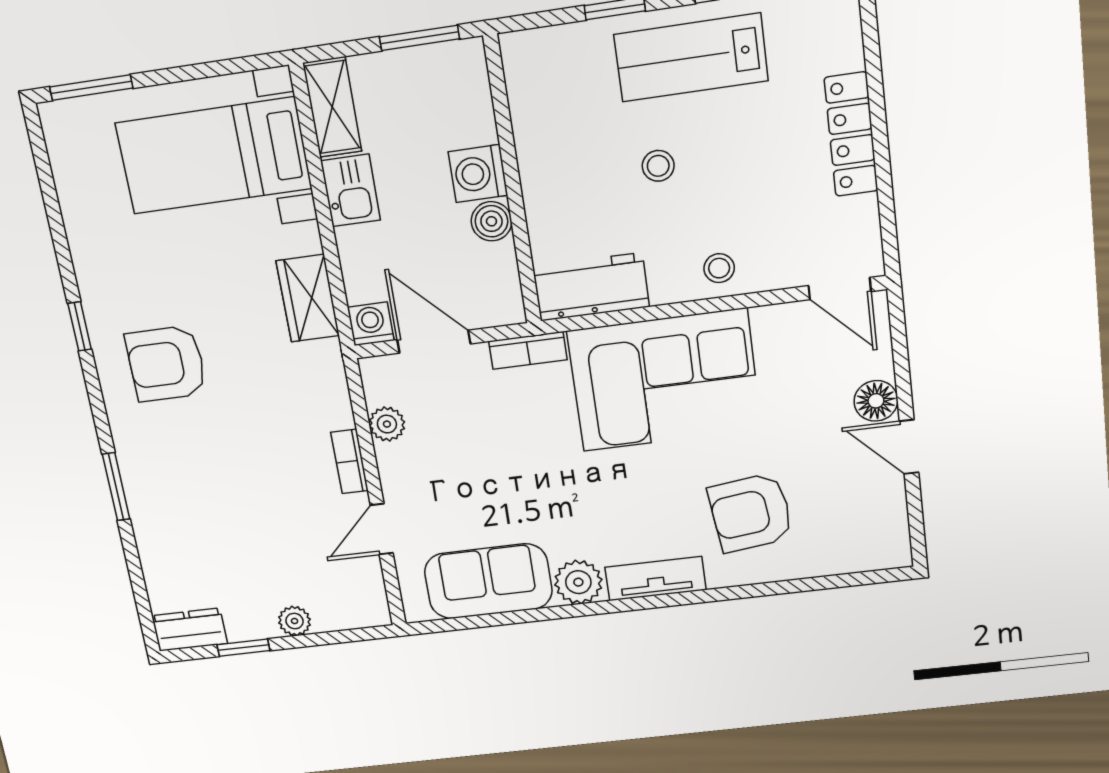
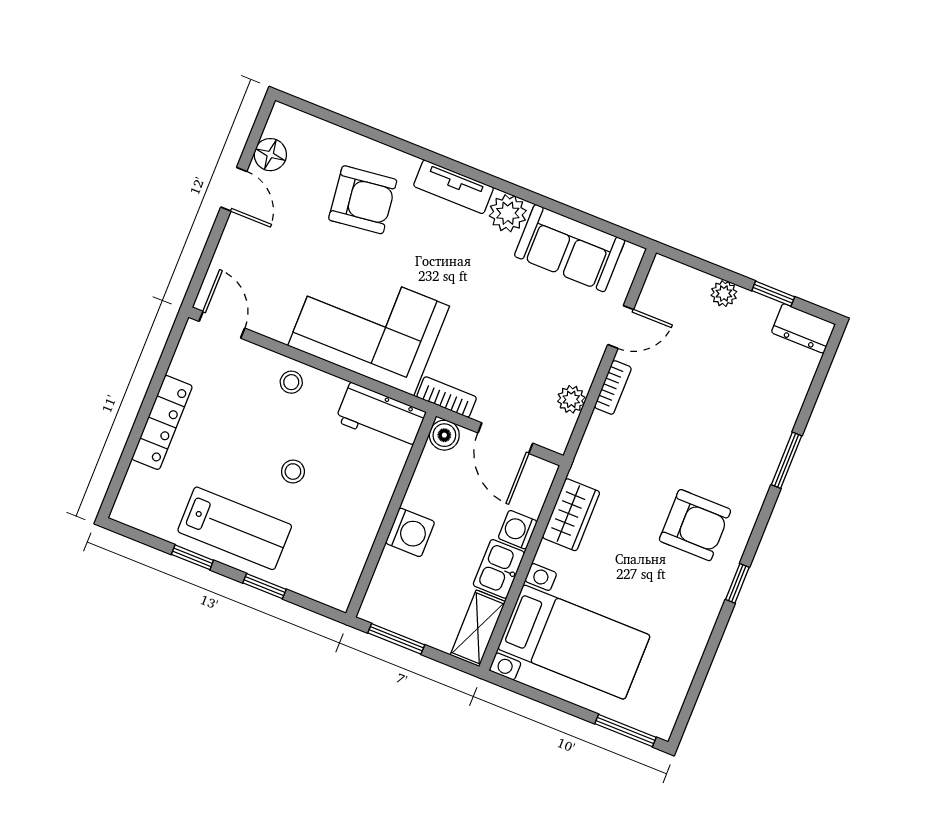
boiler: (491, 221) -> (444, 435), moved
washing machine: (371, 324) -> (518, 530), moved, turned 90
floor lamp: (876, 401) -> (270, 155), moved

